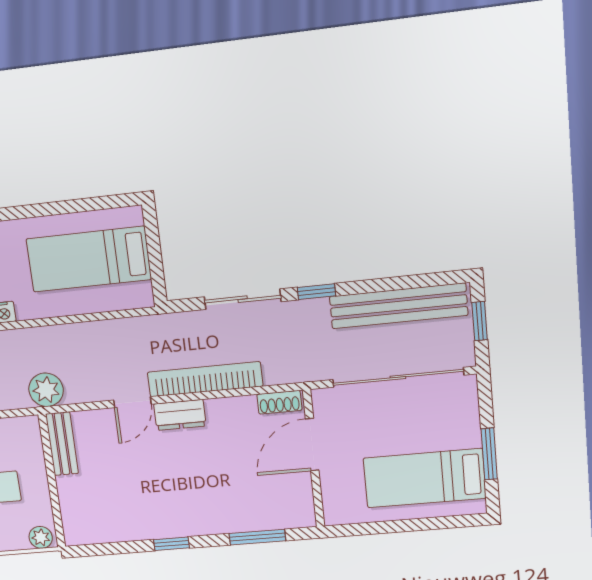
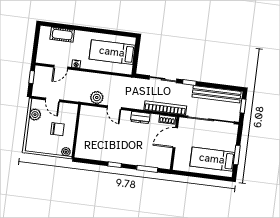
bookcase: (205, 379) -> (165, 108), moved
plant: (46, 390) -> (97, 98), moved
door: (132, 402) -> (114, 108), hinge flipped
dresser: (180, 415) -> (140, 117), moved
bench: (62, 444) -> (84, 117), removed

